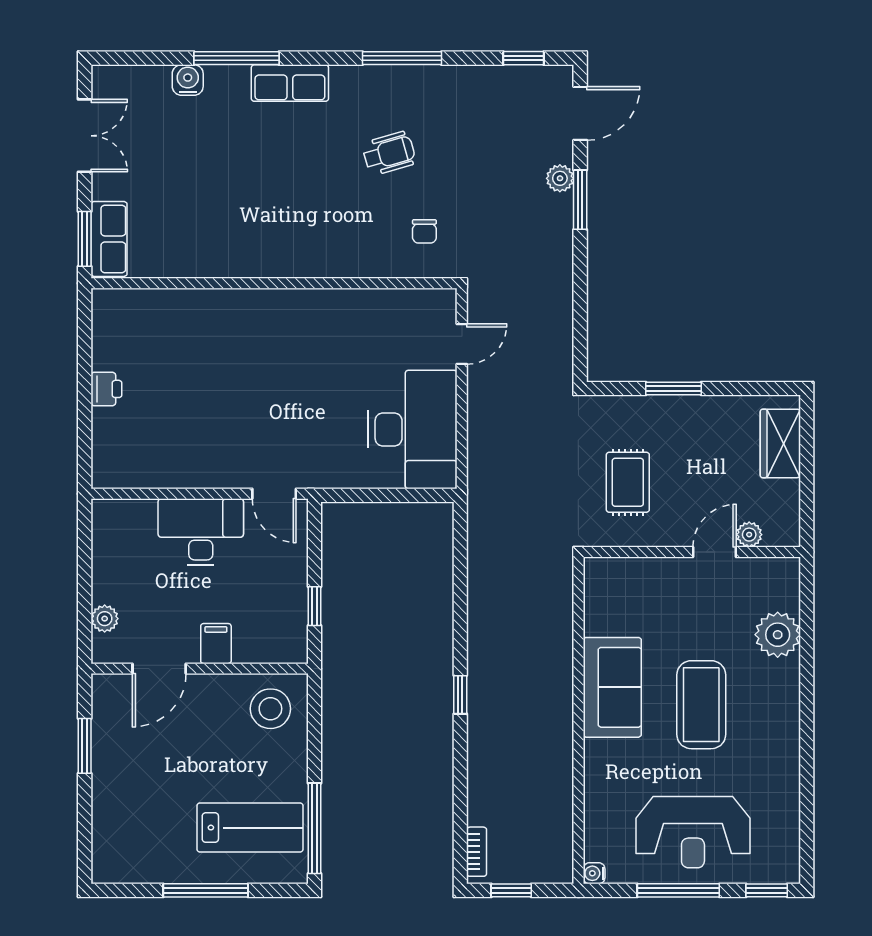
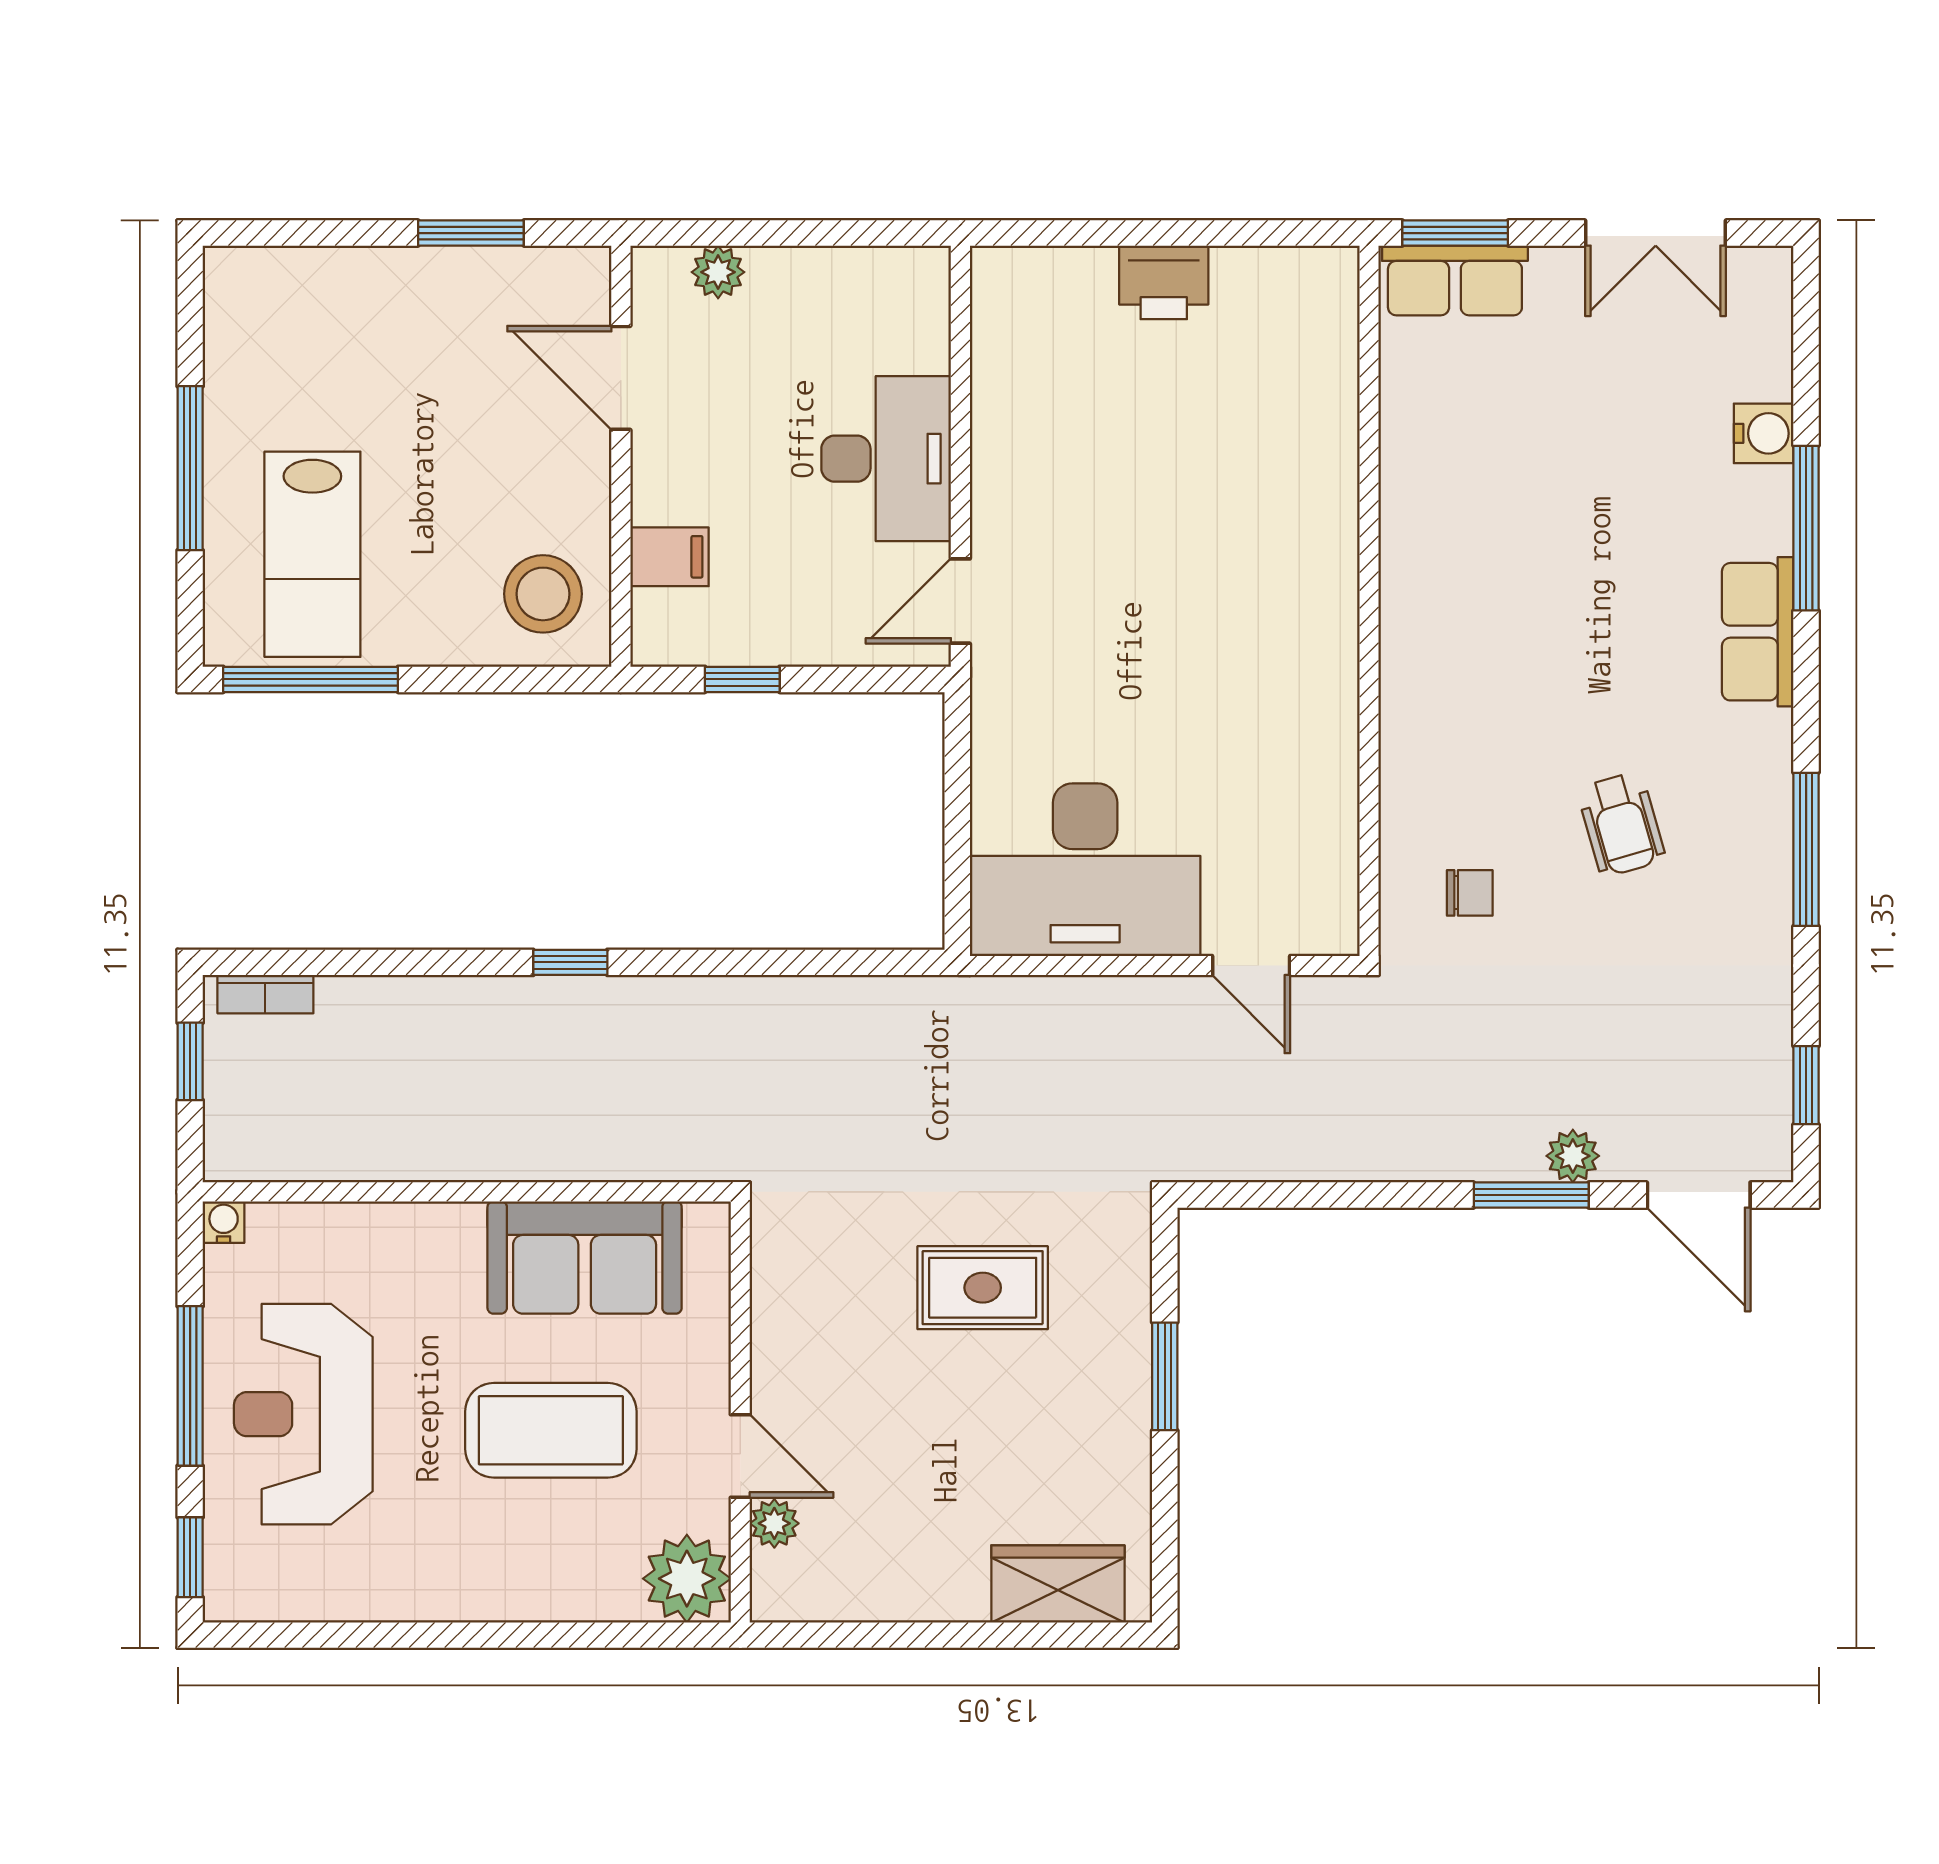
chair: (424, 231) -> (1470, 893), turned 180
printer: (106, 389) -> (1164, 282), width x1.36, depth x1.24
plant: (749, 535) -> (774, 1523), moved
wall: (692, 552) -> (740, 1412), moved
door: (714, 552) -> (740, 1456), moved
filing cabinet: (216, 644) -> (669, 557), moved

